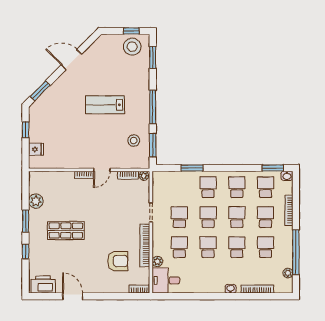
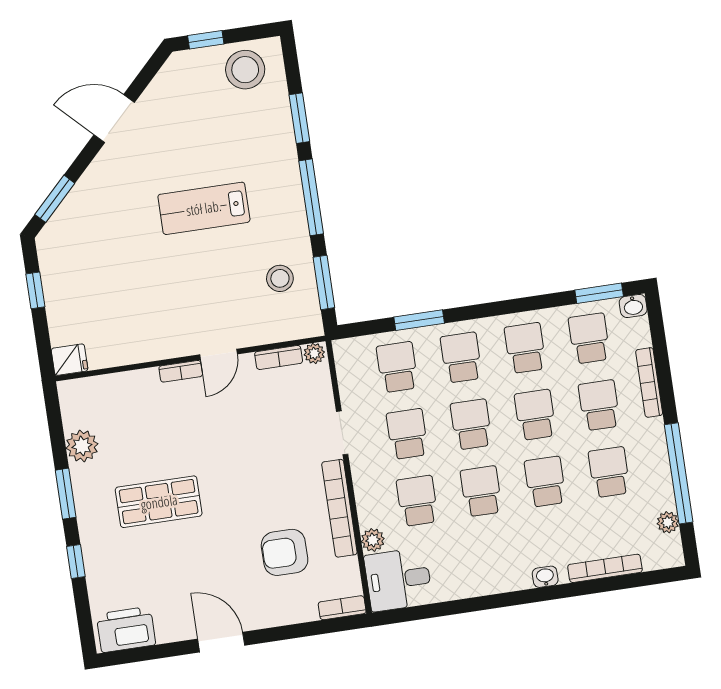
window: (131, 31) -> (206, 40), moved
window: (153, 57) -> (299, 118), moved
fridge: (36, 149) -> (70, 360), moved
school desk: (179, 187) -> (397, 367), added
armchair: (118, 261) -> (285, 552), turned 180
door: (73, 296) -> (221, 642), moved

